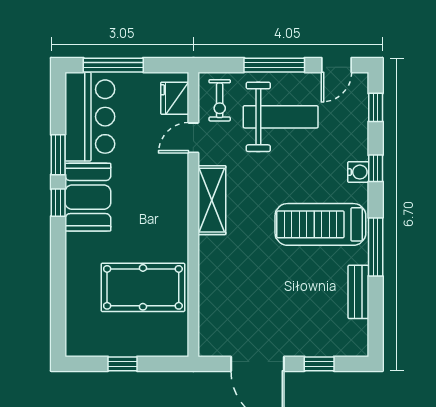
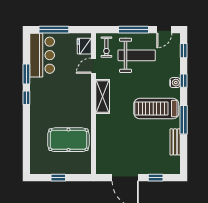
booth: (88, 197) -> (41, 95), removed

